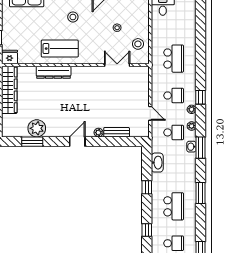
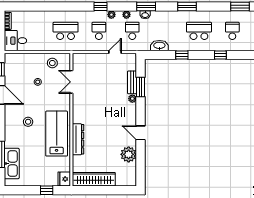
lab bench: (60, 49) -> (57, 134), width x1.36, depth x1.39
window: (32, 142) -> (141, 87), moved
door: (77, 142) -> (141, 133), moved

